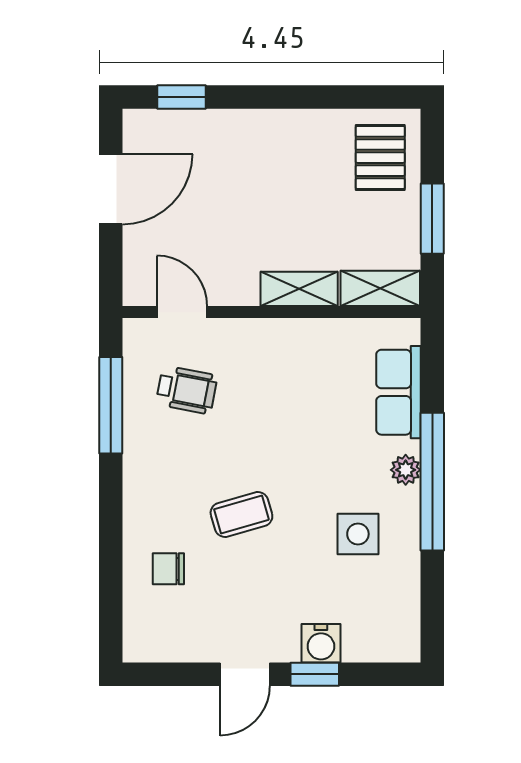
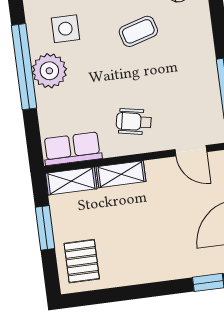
wheelchair: (187, 390) -> (134, 122), moved
row of seats: (399, 392) -> (72, 149), moved, turned -90
plant: (406, 470) -> (49, 71), width x1.88, depth x1.88

